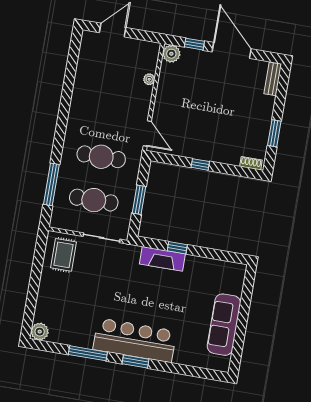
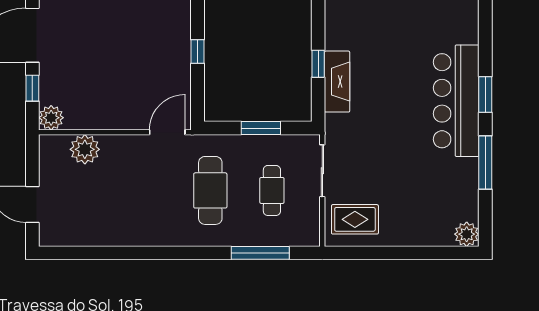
plant: (149, 79) -> (85, 149), width x1.88, depth x1.88
cafe table: (94, 200) -> (272, 190), width x0.73, depth x0.74

